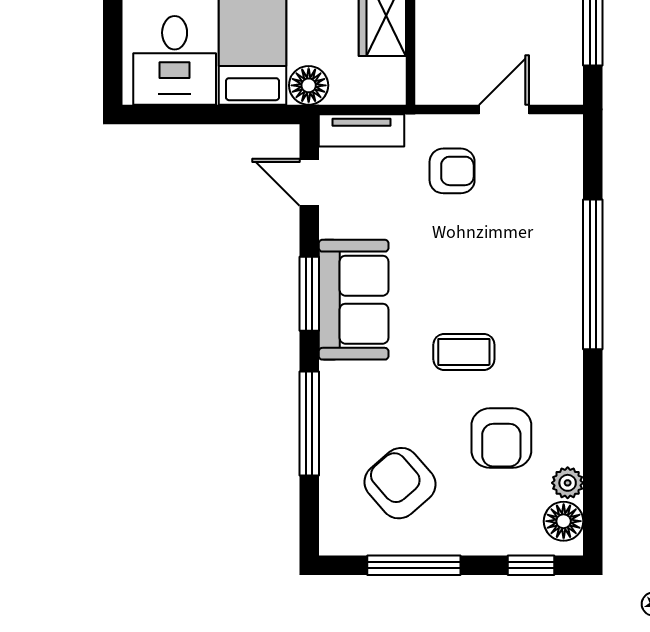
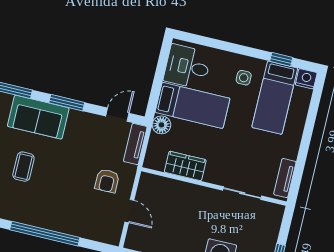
sofa: (354, 300) -> (38, 117), moved

